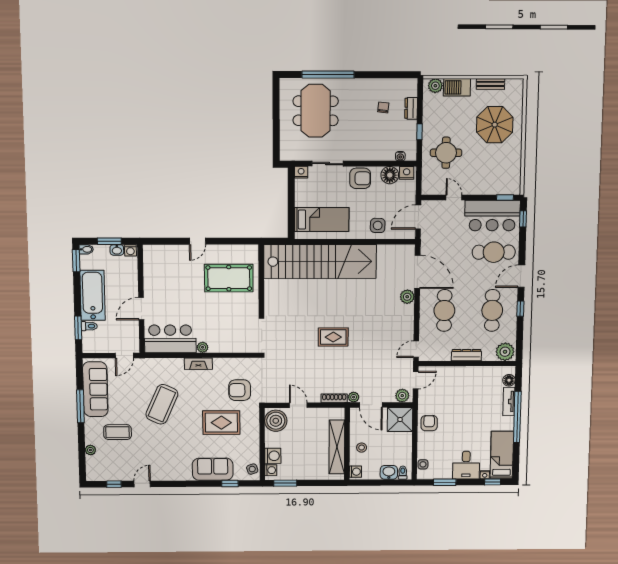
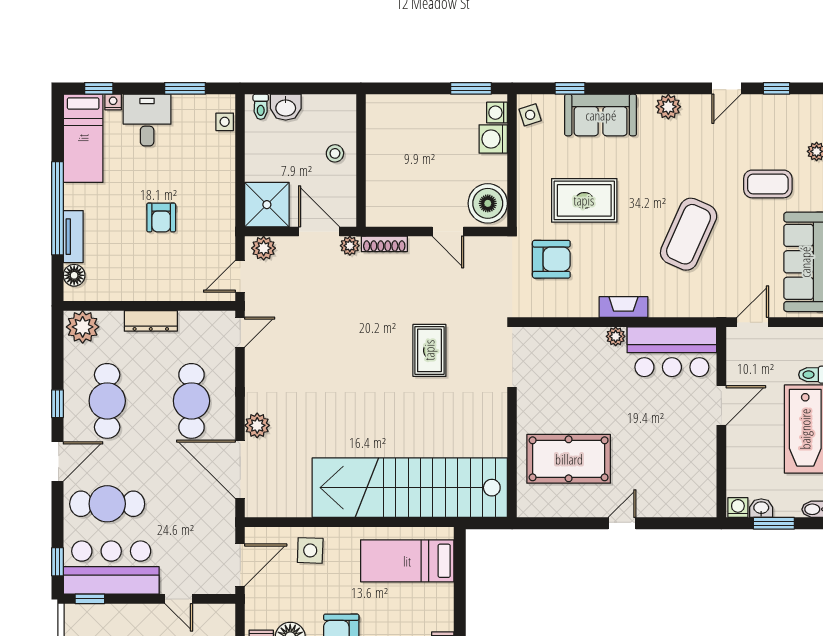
rug: (333, 337) -> (429, 350), moved, turned 90
armchair: (429, 423) -> (161, 217), moved
shelving: (337, 447) -> (379, 155), removed
washing machine: (355, 472) -> (346, 109), removed
plant: (175, 474) -> (668, 107), added

